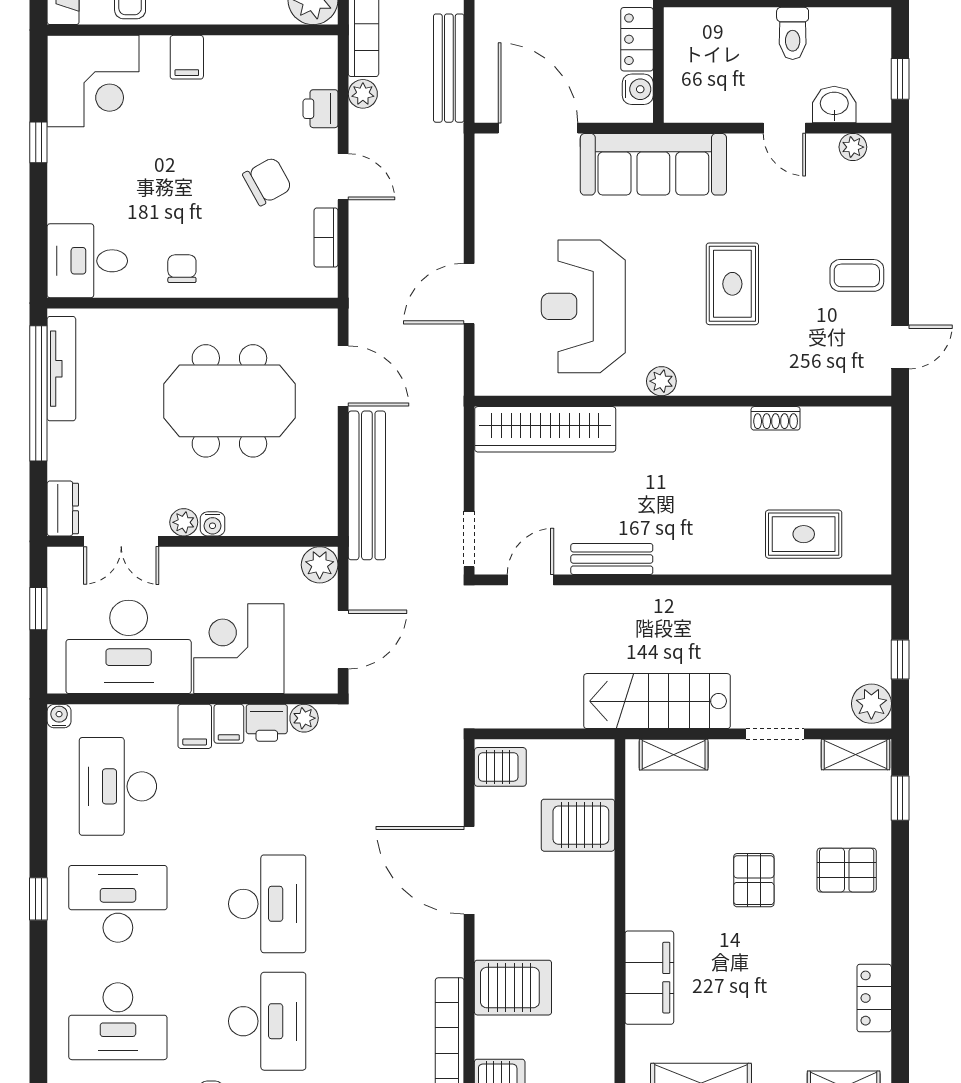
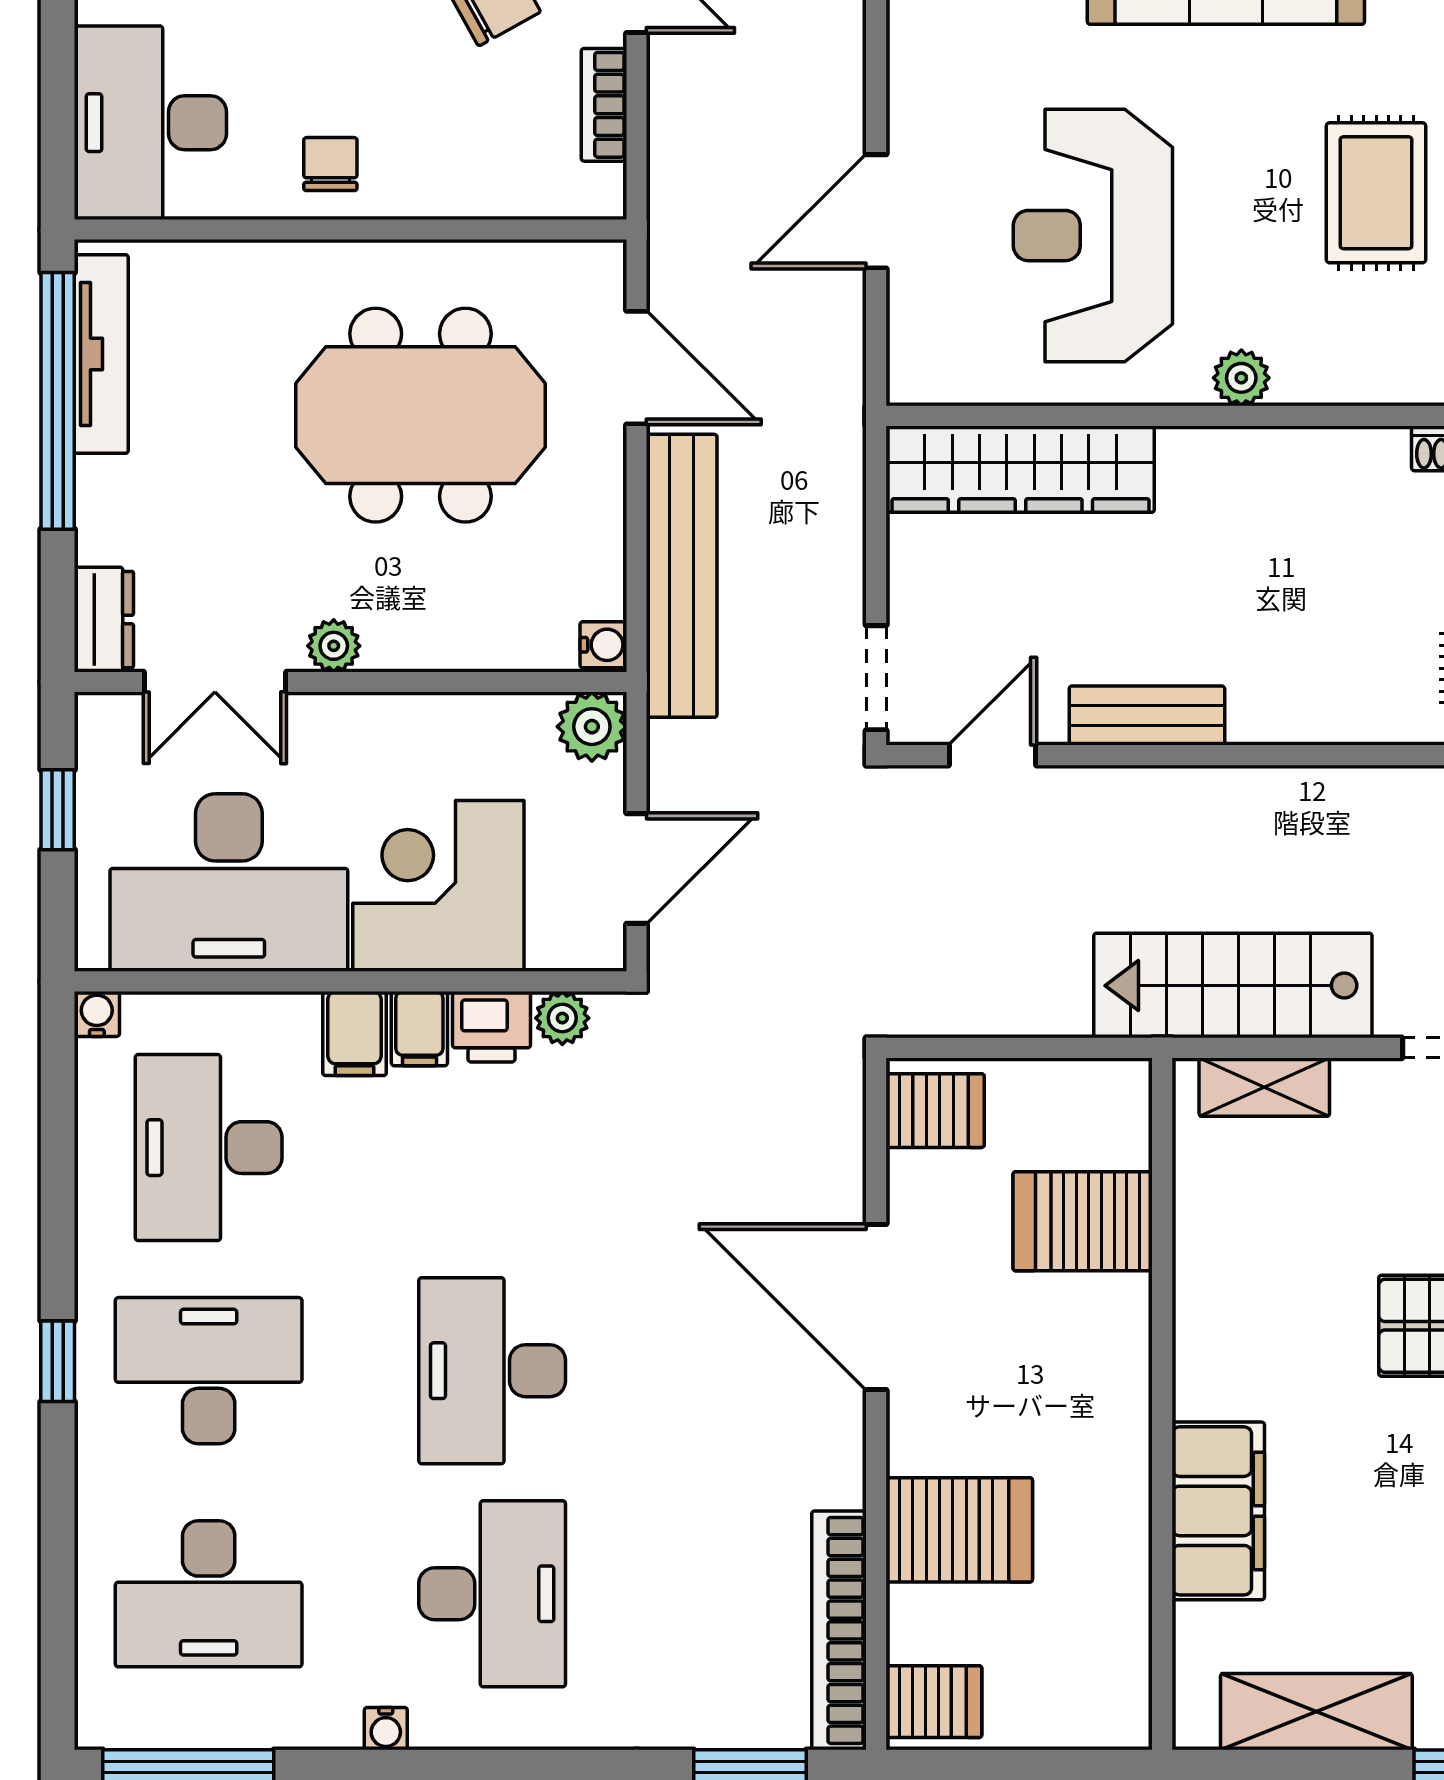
desk: (87, 261) -> (150, 123), width x1.37
water cooler: (213, 524) -> (603, 645), moved, turned -90
desk: (267, 904) -> (492, 1371), turned 180

